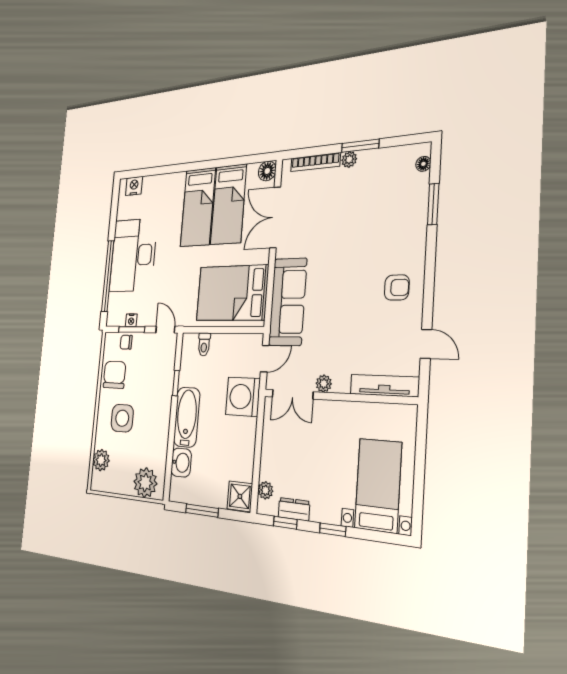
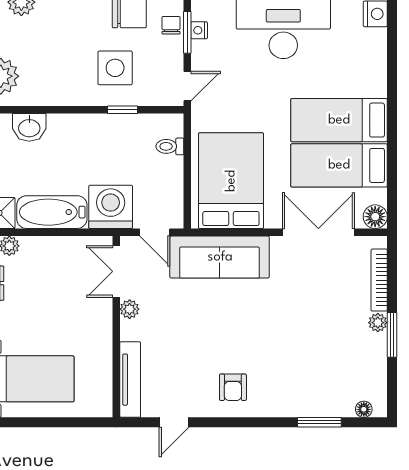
bathtub: (187, 417) -> (52, 212), moved, turned 180
side table: (122, 418) -> (115, 68), moved

